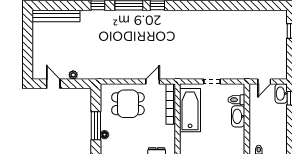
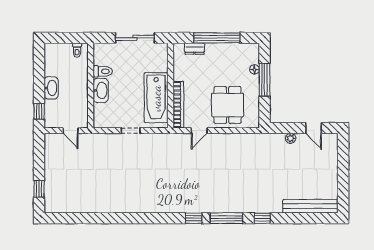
door: (264, 82) -> (71, 131), swing flipped
washbasin: (281, 94) -> (51, 88), moved
toilet: (236, 100) -> (103, 71), moved
dining table: (128, 104) -> (228, 105), turned 90

